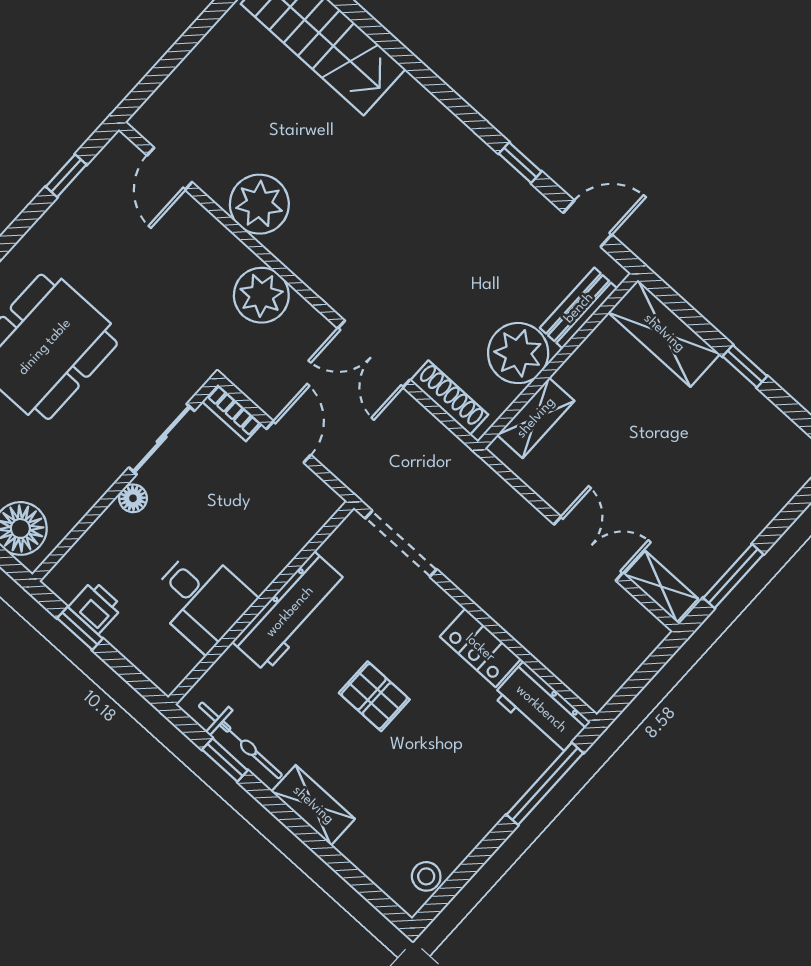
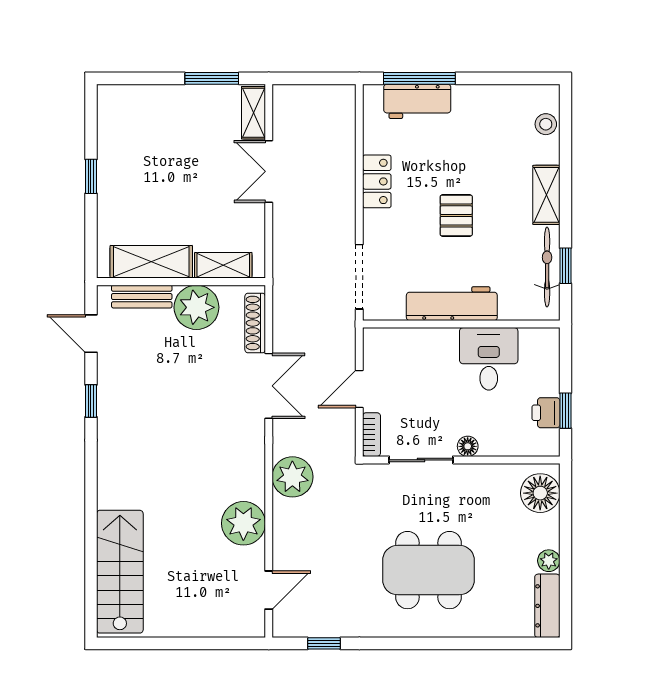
shelving: (664, 333) -> (151, 262), moved, turned 90
workbench: (541, 709) -> (417, 101), moved, turned 90
stool: (426, 876) -> (546, 124), moved

